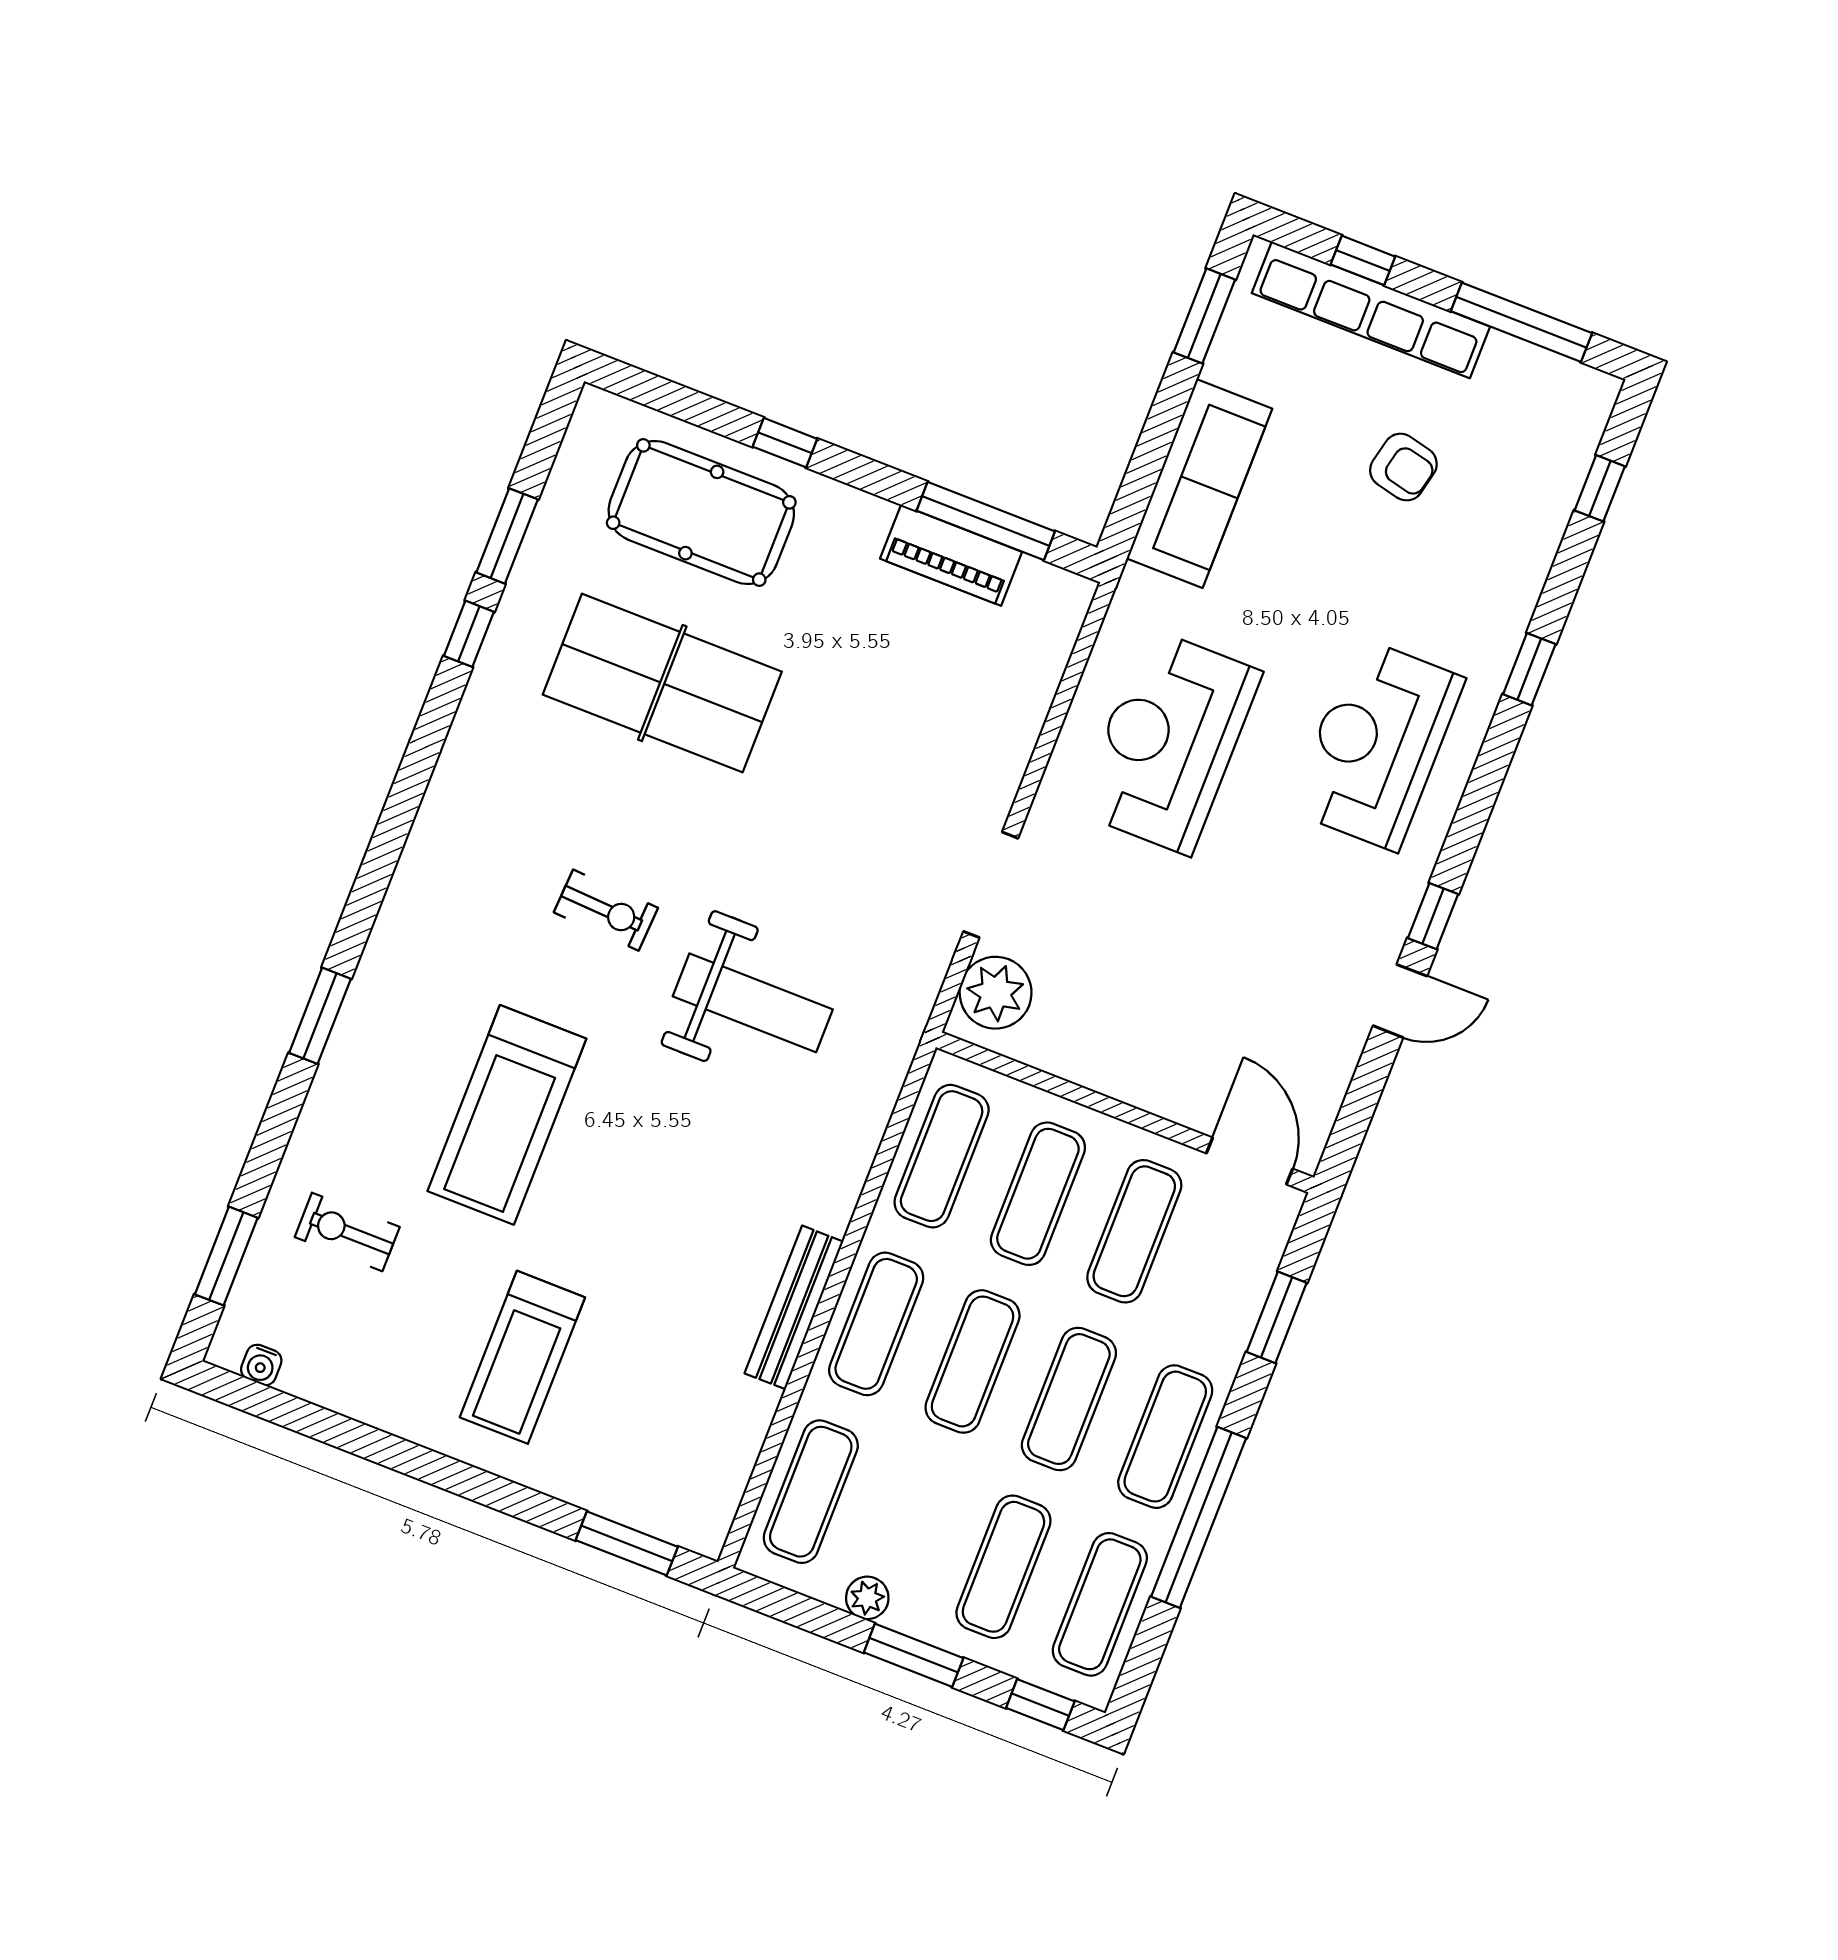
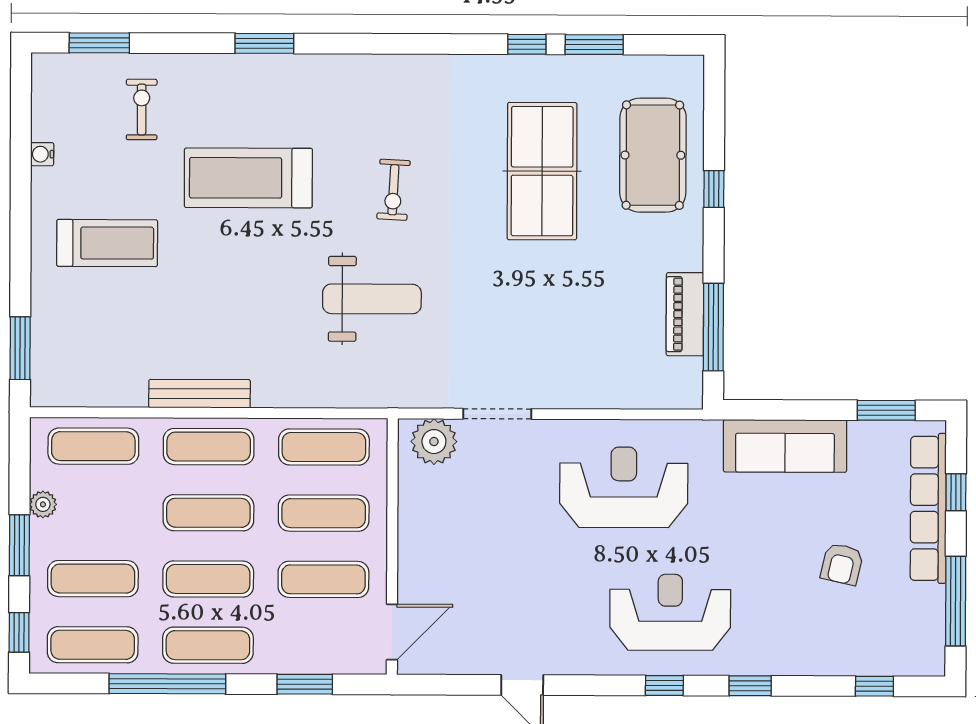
window: (1433, 916) -> (664, 685), moved
weight bench: (753, 1003) -> (372, 299), turned -90
treadmill: (522, 1357) -> (107, 243), turned 180
water cooler: (261, 1365) -> (42, 154), moved

